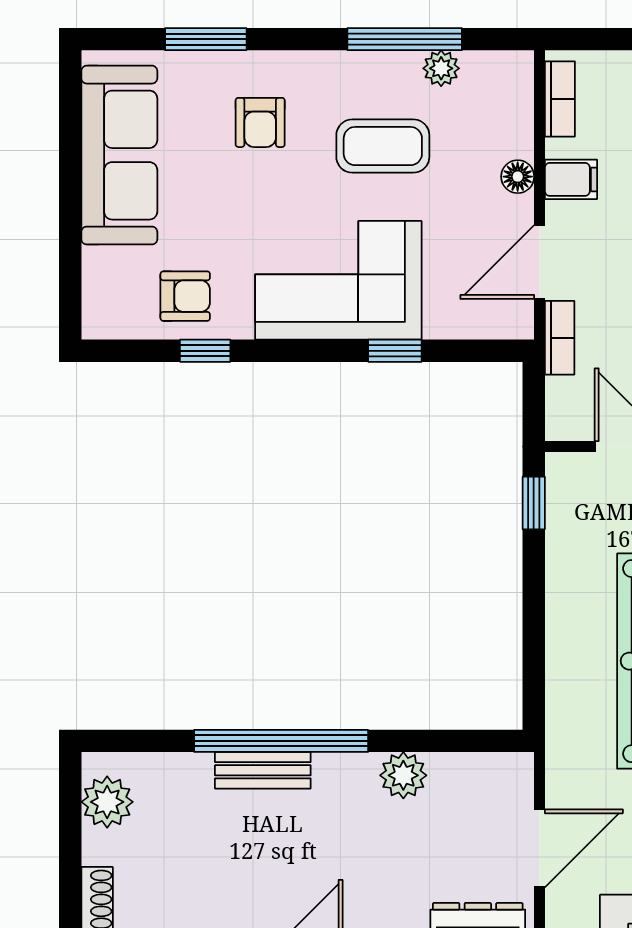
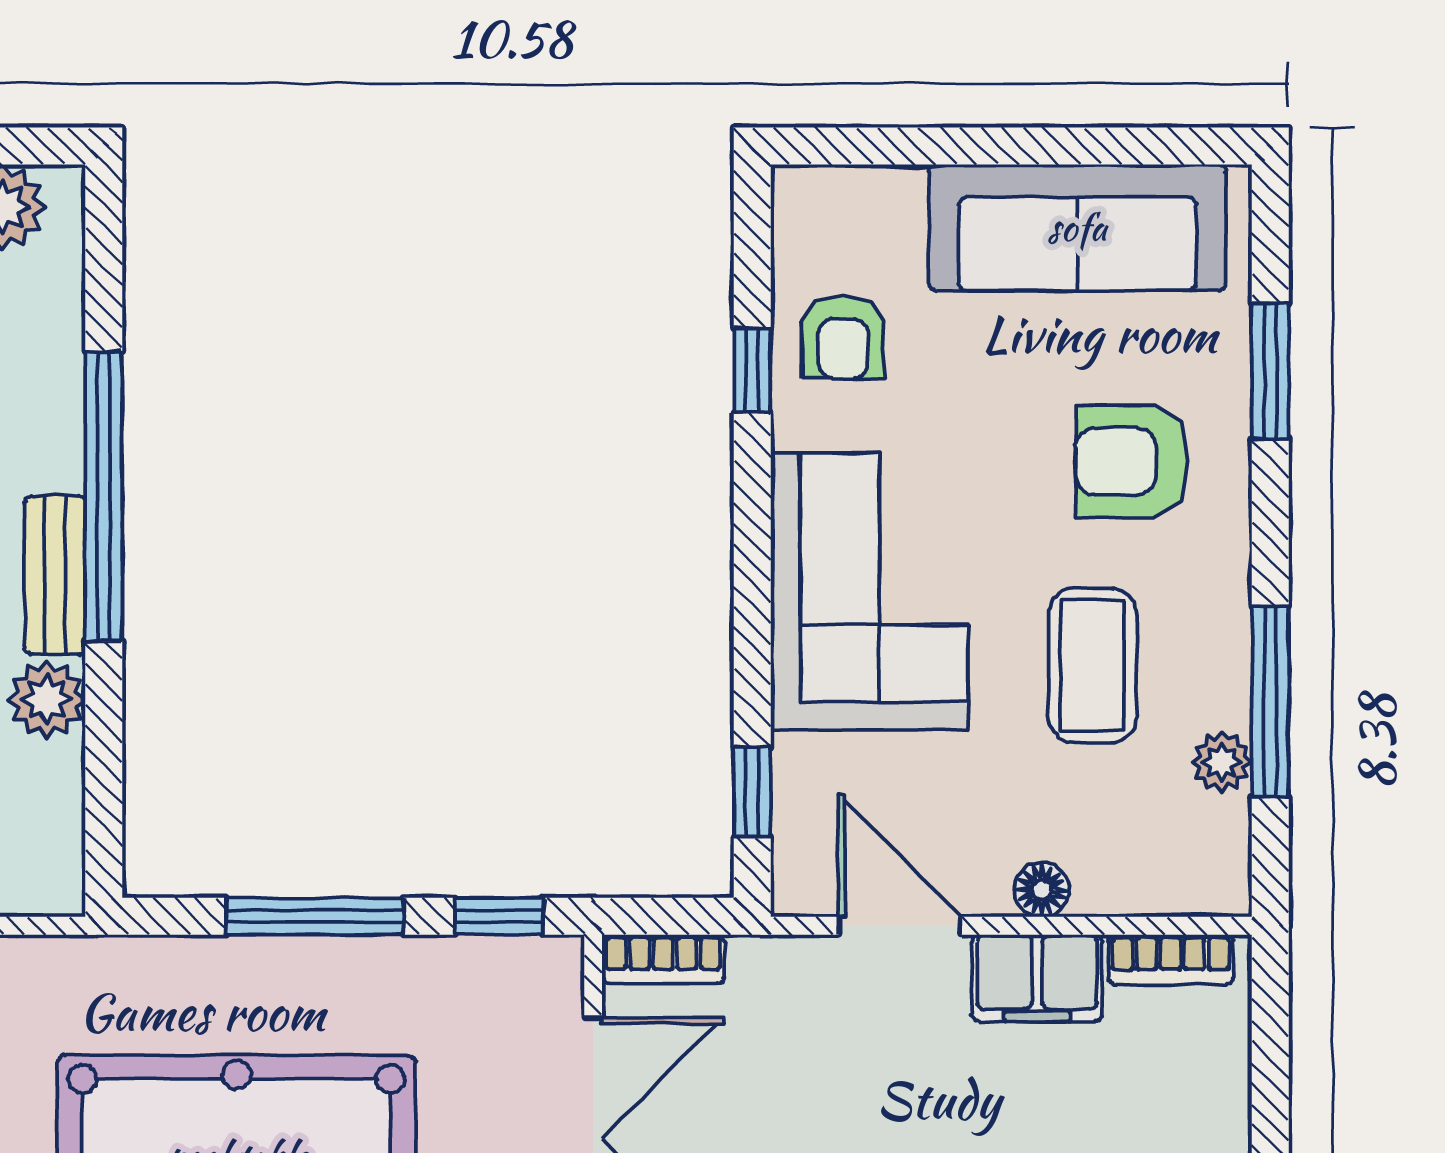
armchair: (260, 122) -> (1132, 462), width x1.38, depth x1.38
filing cabinet: (571, 179) -> (1037, 978), width x2.00
bookcase: (560, 338) -> (663, 959), moved
window: (395, 351) -> (752, 792), moved
window: (534, 614) -> (315, 916), added
bench: (263, 770) -> (55, 575), moved

